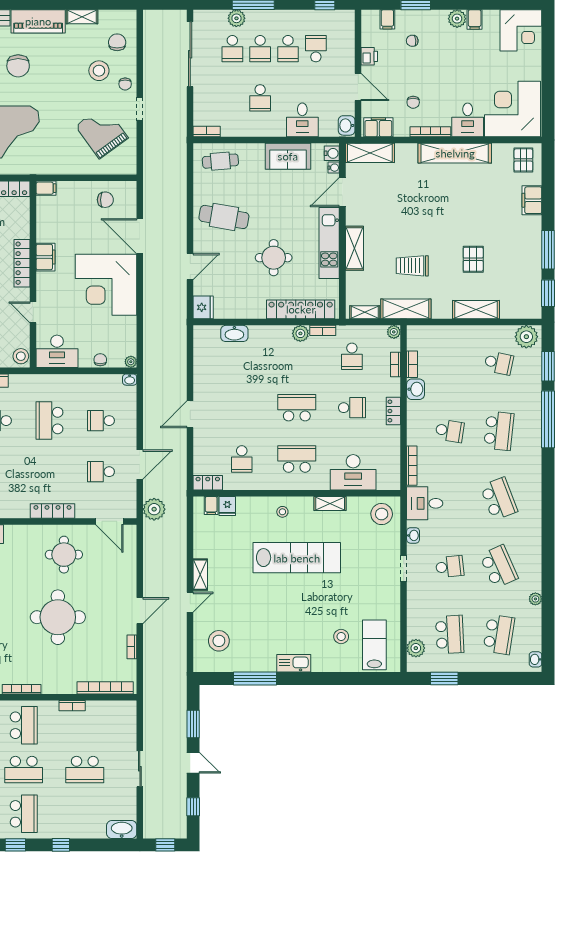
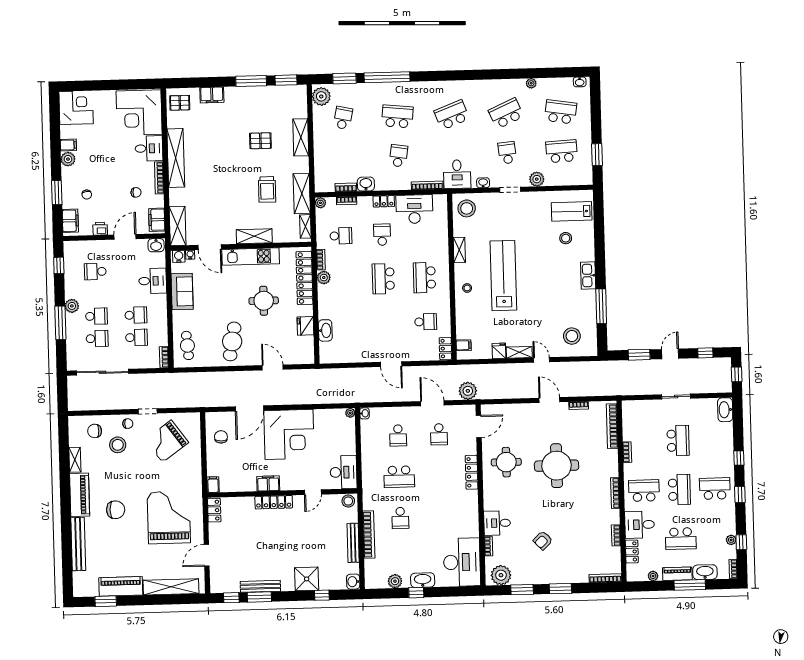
plant: (236, 18) -> (72, 306), moved
filing cabinet: (387, 19) -> (70, 221), width x2.00
school desk: (288, 49) -> (137, 337), moved
fridge: (203, 307) -> (305, 326), moved, turned -90
chair: (100, 360) -> (349, 437), removed
desk: (353, 472) -> (414, 209), moved, turned -90
fridge: (227, 506) -> (499, 351), moved, turned -90
plant: (416, 648) -> (537, 179), moved

